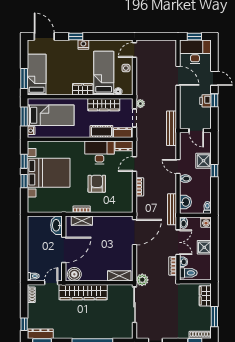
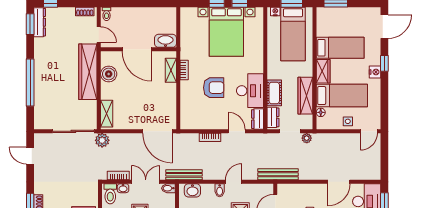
door: (135, 50) -> (369, 131), swing flipped
bed: (37, 75) -> (340, 48), moved
double door: (178, 242) -> (146, 182), swing flipped
boiler: (74, 274) -> (109, 74), moved

